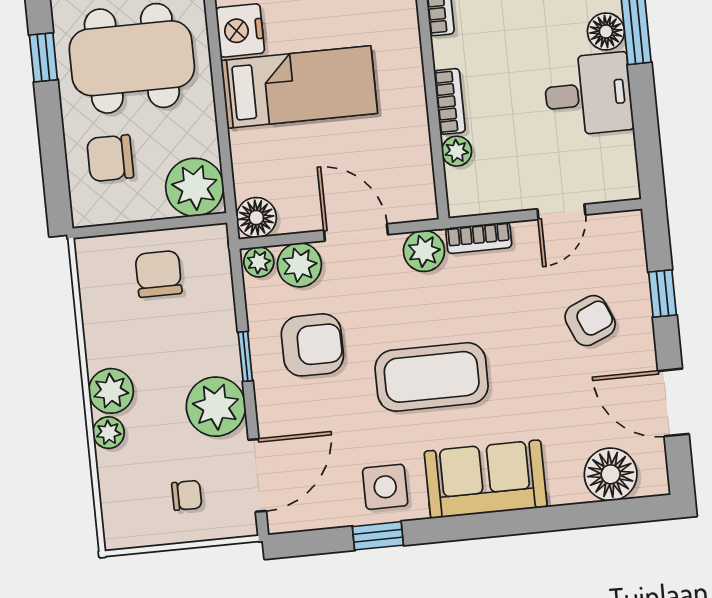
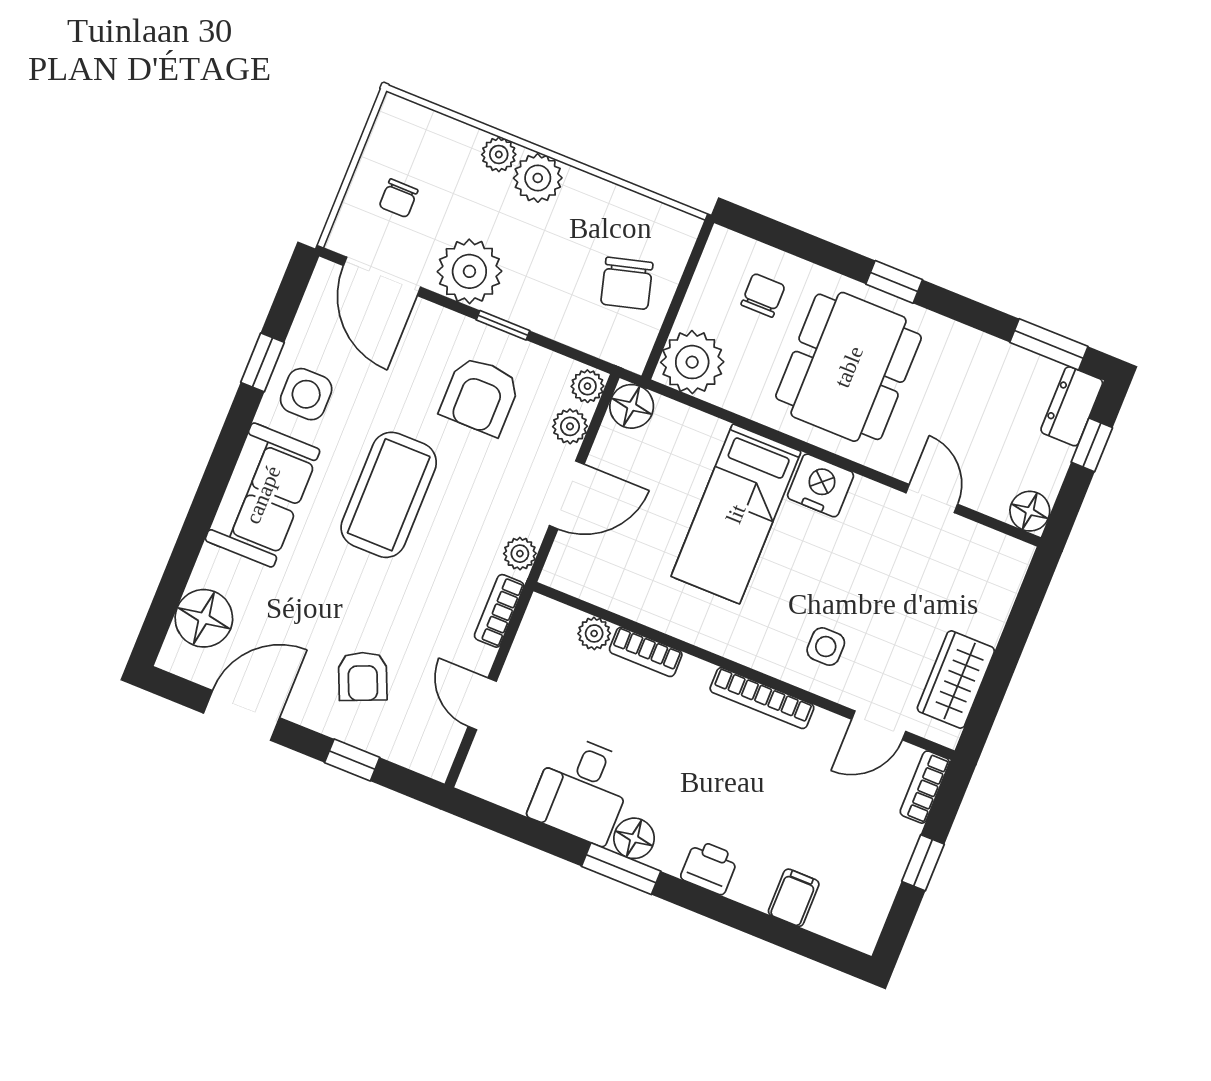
chair: (110, 158) -> (763, 295), width x0.73, depth x0.73
plant: (424, 251) -> (520, 554), width x0.73, depth x0.73
plant: (299, 265) -> (570, 426), width x0.73, depth x0.73
chair: (159, 274) -> (627, 283), turned 75

